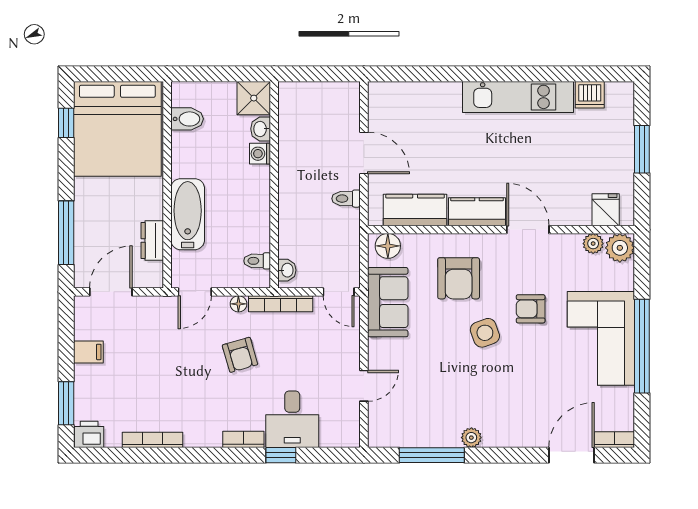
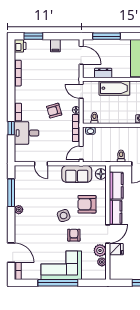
fridge: (606, 210) -> (116, 249), moved
plant: (620, 248) -> (100, 250), moved

